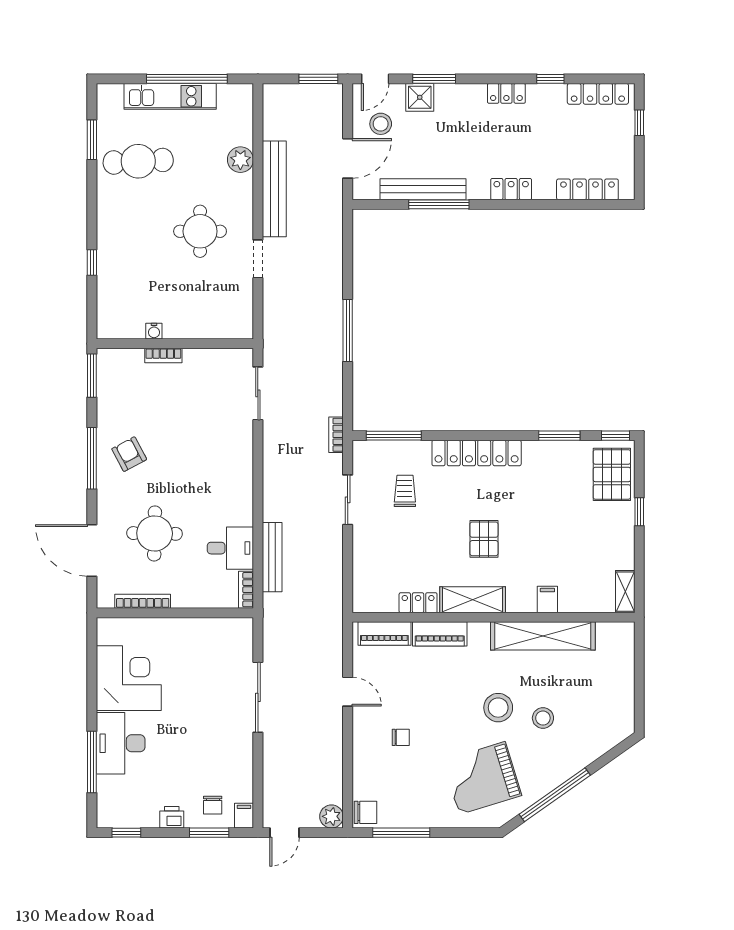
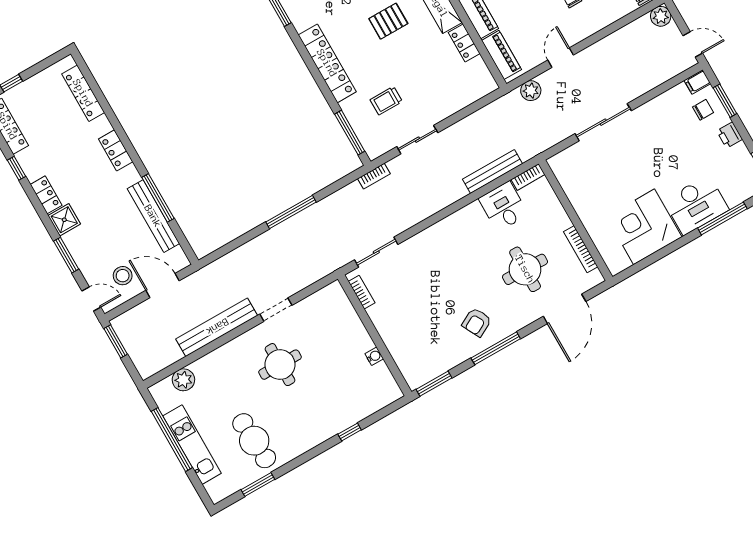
shower: (420, 97) -> (64, 220), moved
plant: (240, 160) -> (183, 380), moved
bookcase: (163, 355) -> (362, 292), moved
plant: (331, 643) -> (531, 91), added

